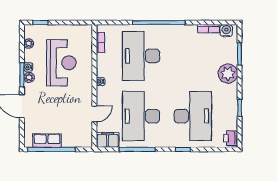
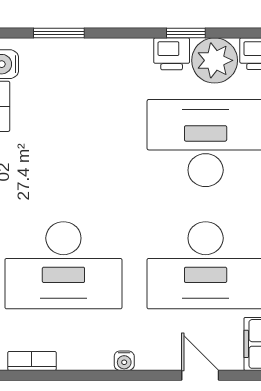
plant: (228, 74) -> (215, 60), moved
printer: (231, 102) -> (172, 54), added

